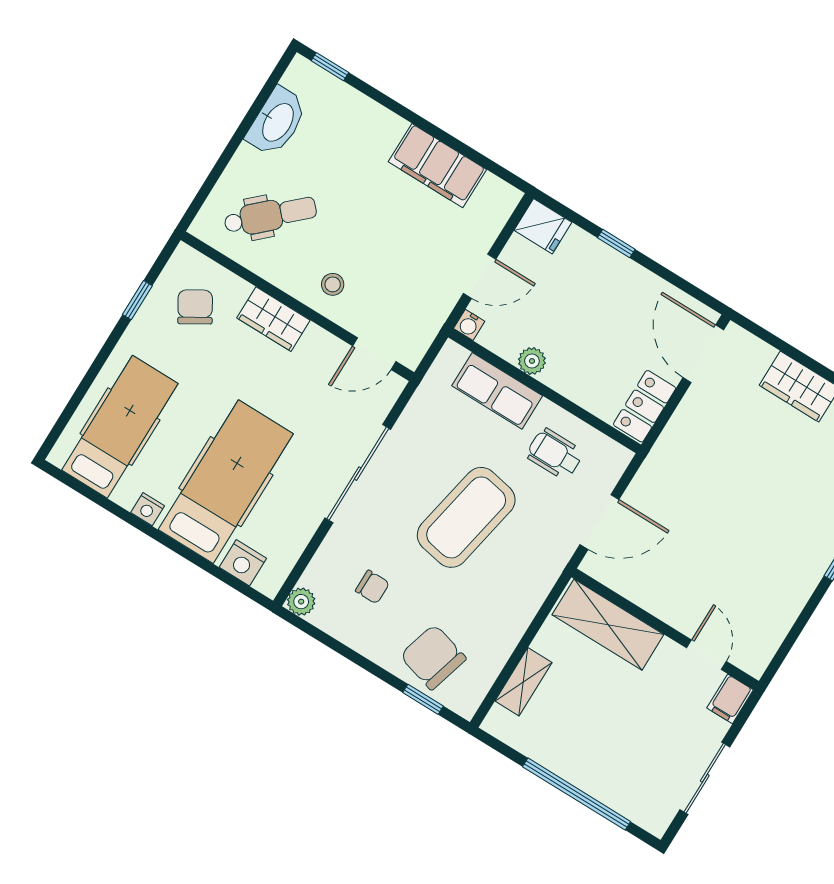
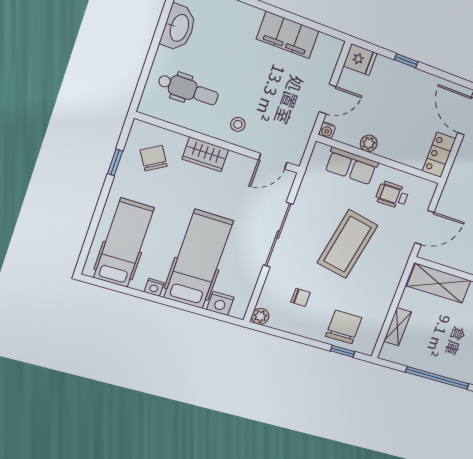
dental chair: (270, 215) -> (188, 90), turned 43
chair: (433, 657) -> (344, 327), turned 74

